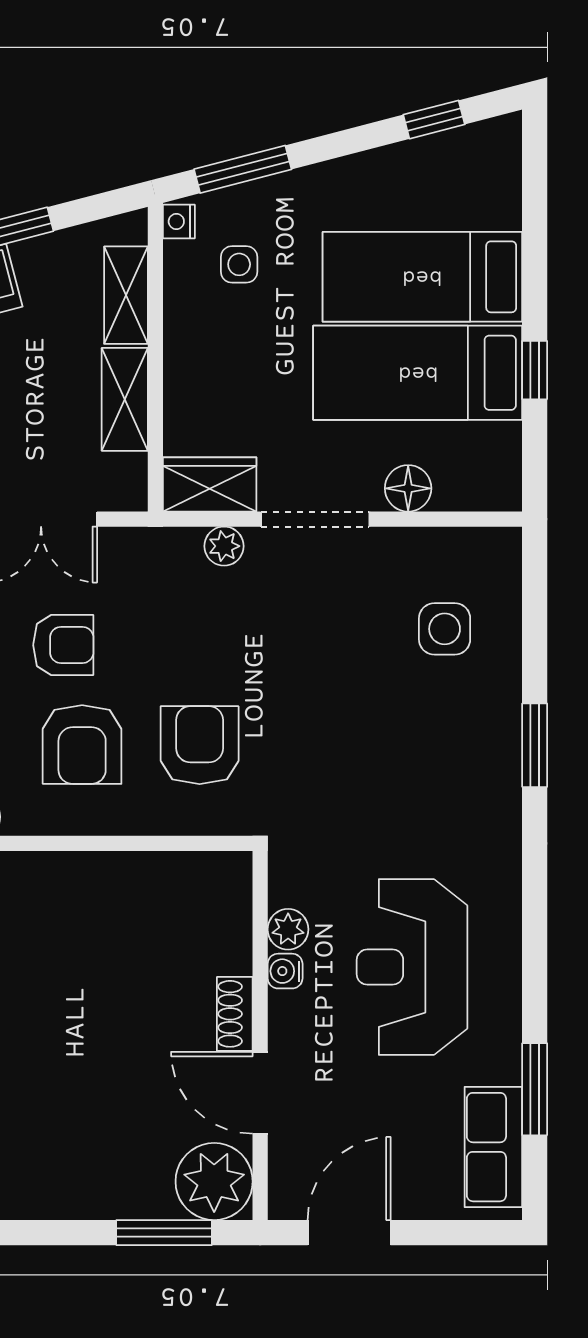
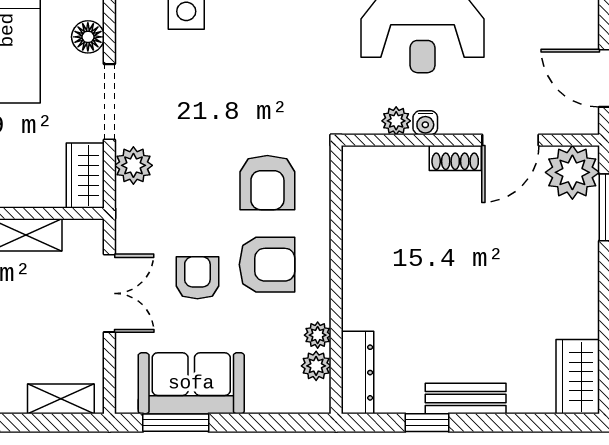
plant: (224, 546) -> (133, 165), width x1.38, depth x1.38
armchair: (200, 745) -> (267, 183), turned -90

